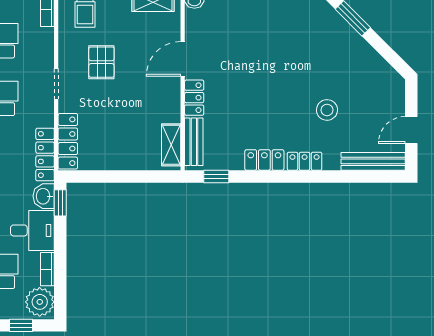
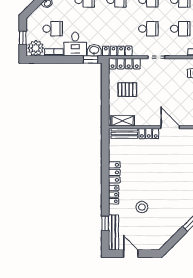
pallet: (101, 62) -> (127, 90), moved
window: (216, 176) -> (105, 223), moved

